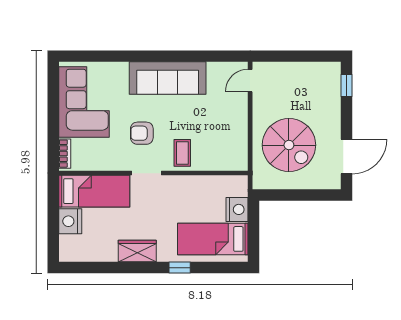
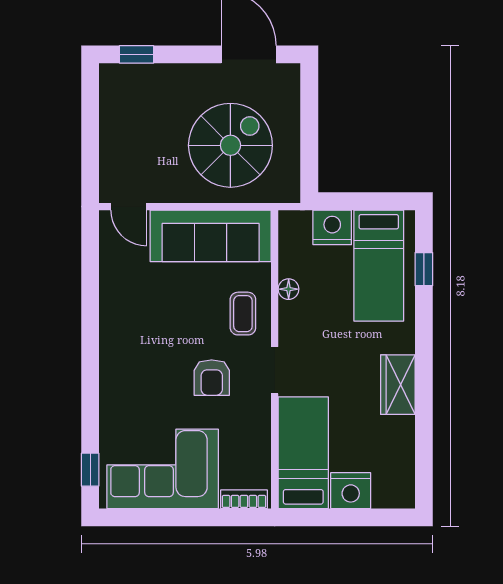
window: (83, 56) -> (90, 470), added
sofa: (168, 78) -> (211, 236), moved, turned 90
coffee table: (182, 153) -> (243, 314), turned 90
floor lamp: (198, 182) -> (289, 289), added
window: (180, 268) -> (424, 269), moved

